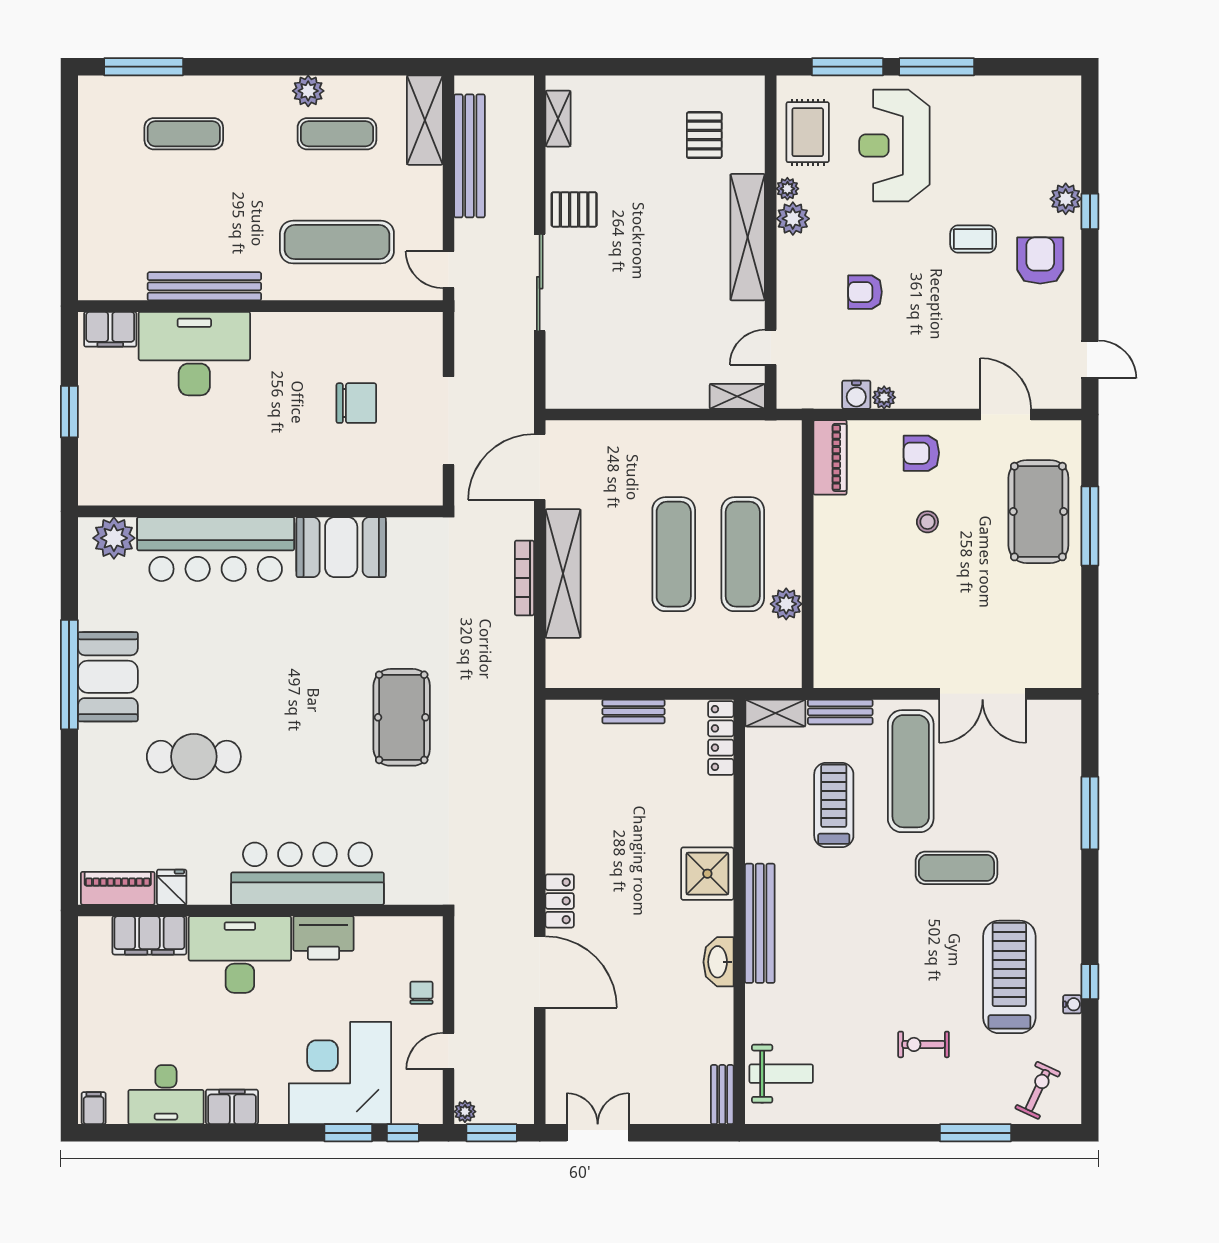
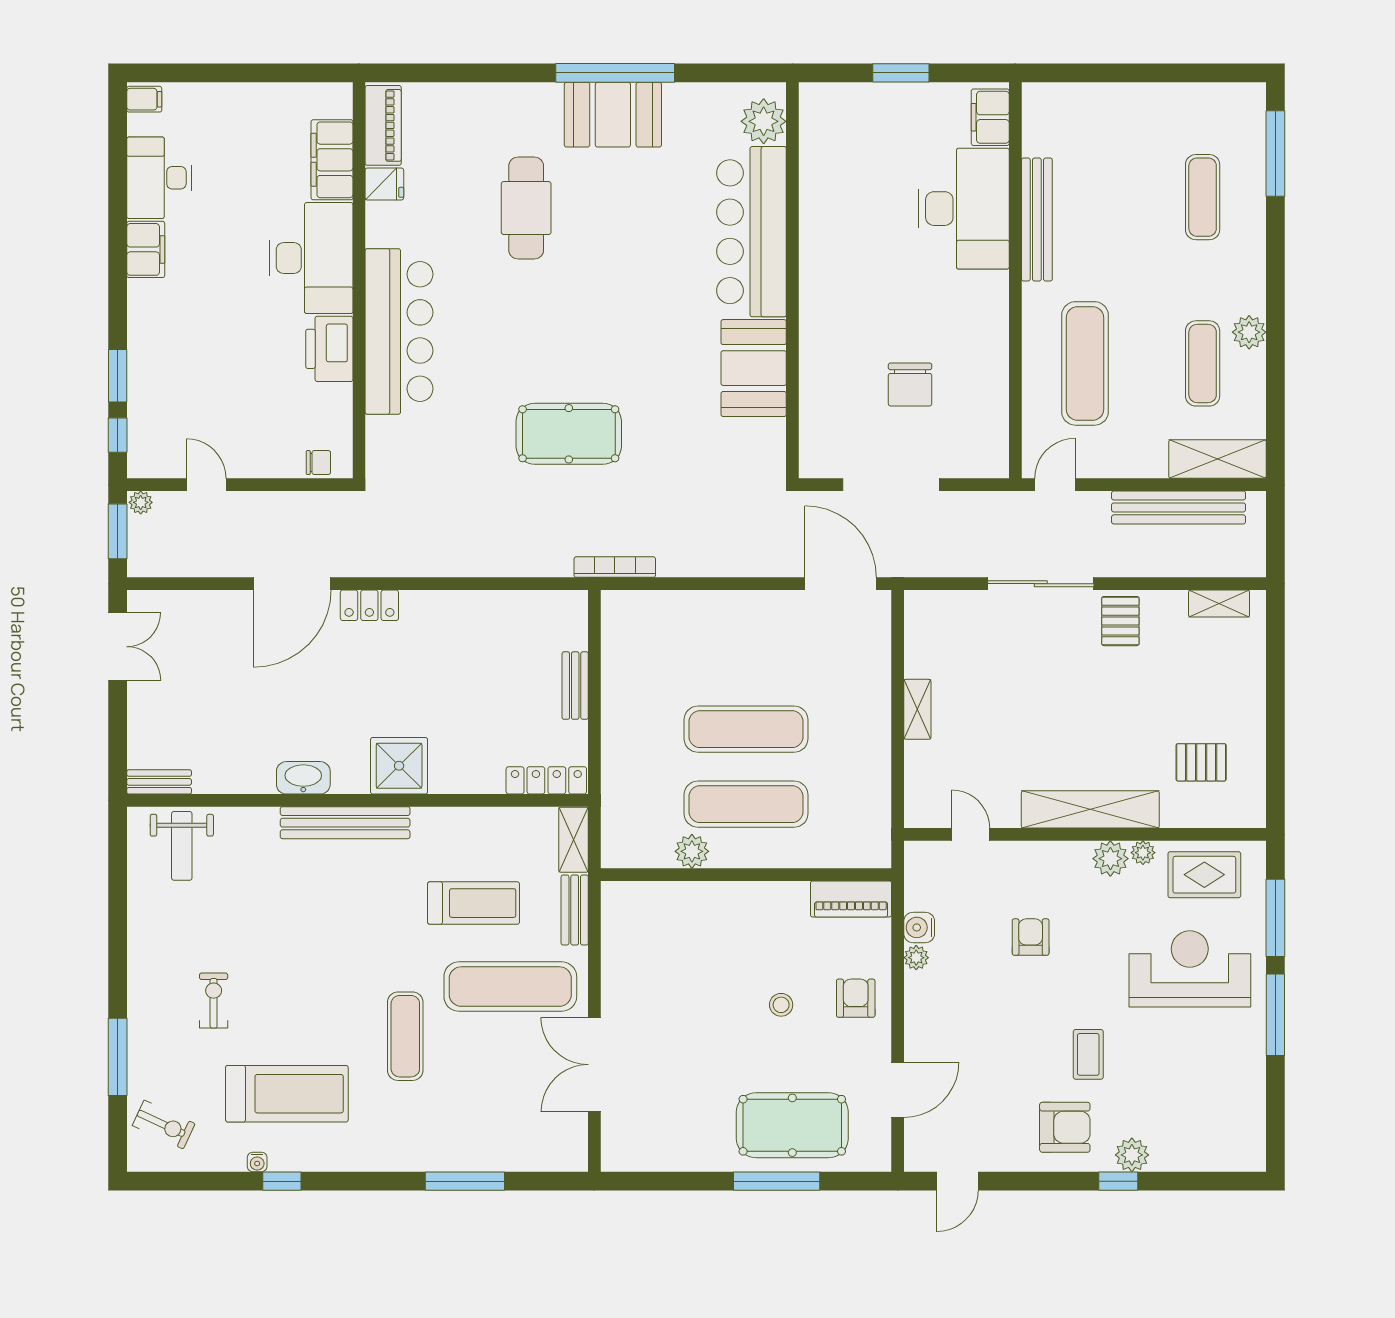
shelving: (737, 396) -> (917, 709), moved
shelving: (563, 573) -> (725, 609), removed
bookcase: (524, 578) -> (615, 567), moved
chair: (421, 993) -> (318, 463), moved
corner desk: (340, 1073) -> (182, 367), removed

